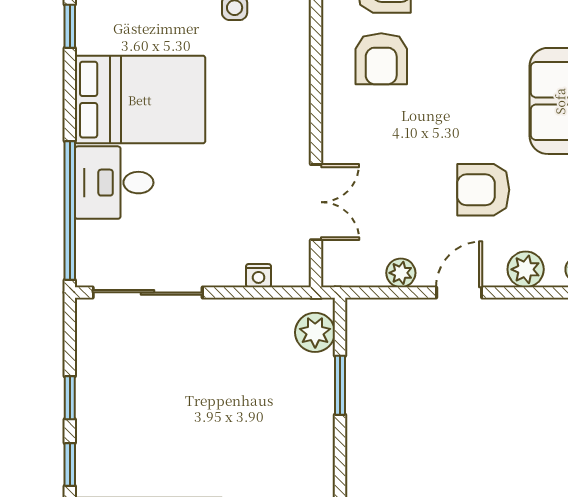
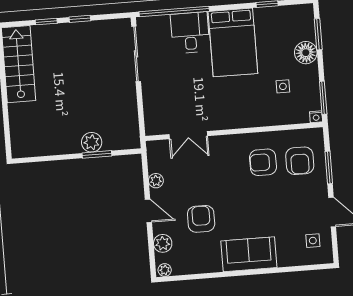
nightstand: (259, 276) -> (149, 109), removed
plant: (315, 332) -> (92, 142), moved

